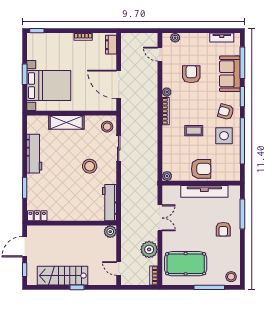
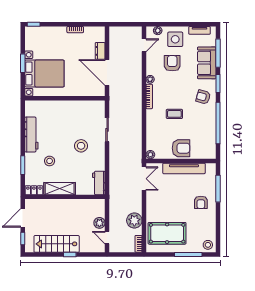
dresser: (111, 45) -> (100, 51), moved
door: (160, 54) -> (144, 45), swing flipped
shelving: (66, 122) -> (60, 189), moved
stool: (107, 127) -> (50, 161), moved
side table: (224, 136) -> (175, 39), moved
workbench: (109, 203) -> (99, 183), width x0.73
double door: (160, 218) -> (144, 179), moved
plant: (110, 232) -> (99, 223), moved

